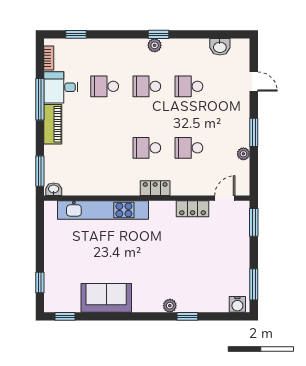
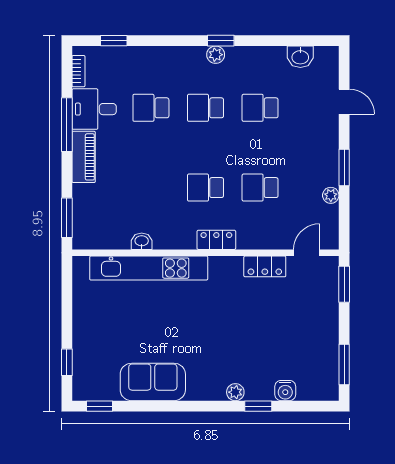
washbasin: (54, 189) -> (142, 241), moved
water cooler: (237, 304) -> (285, 391), moved

